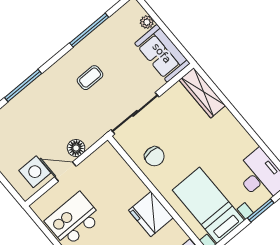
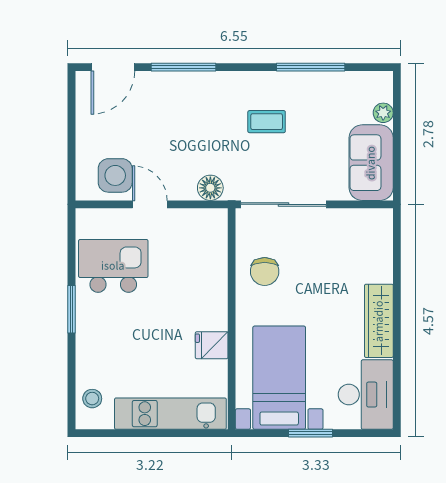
wardrobe: (202, 93) -> (379, 321), moved
floor lamp: (76, 148) -> (210, 188), moved
window: (261, 210) -> (311, 433), moved
fridge: (151, 214) -> (212, 345), width x0.53, depth x0.75

